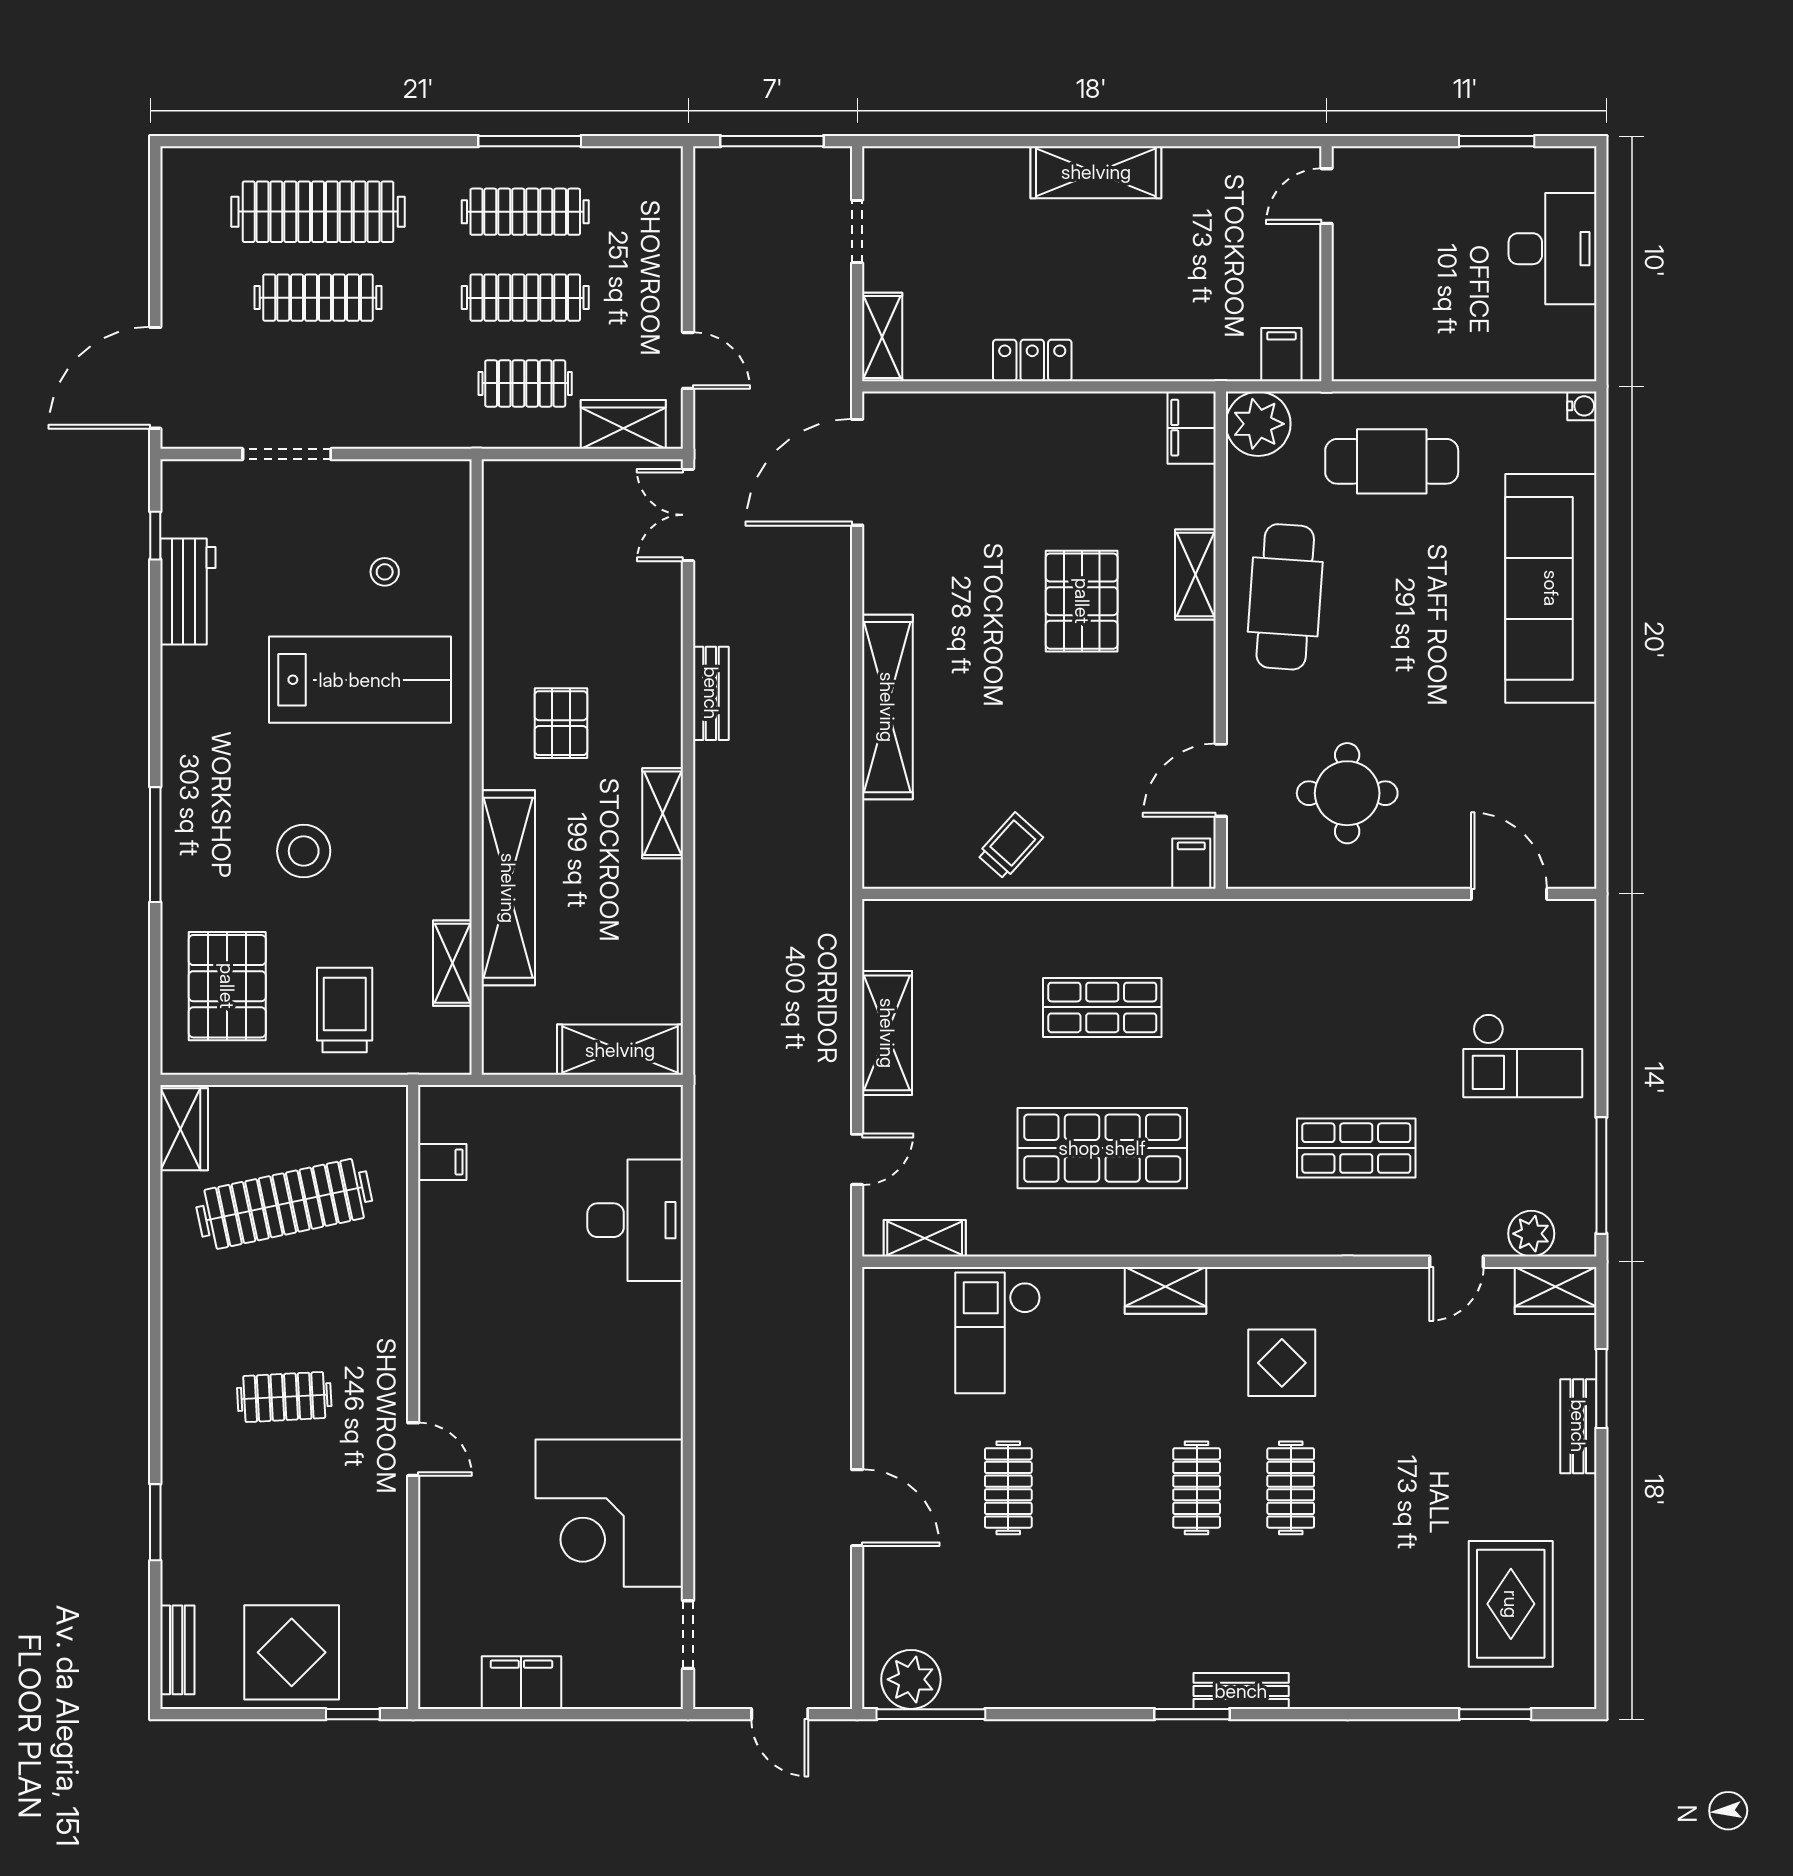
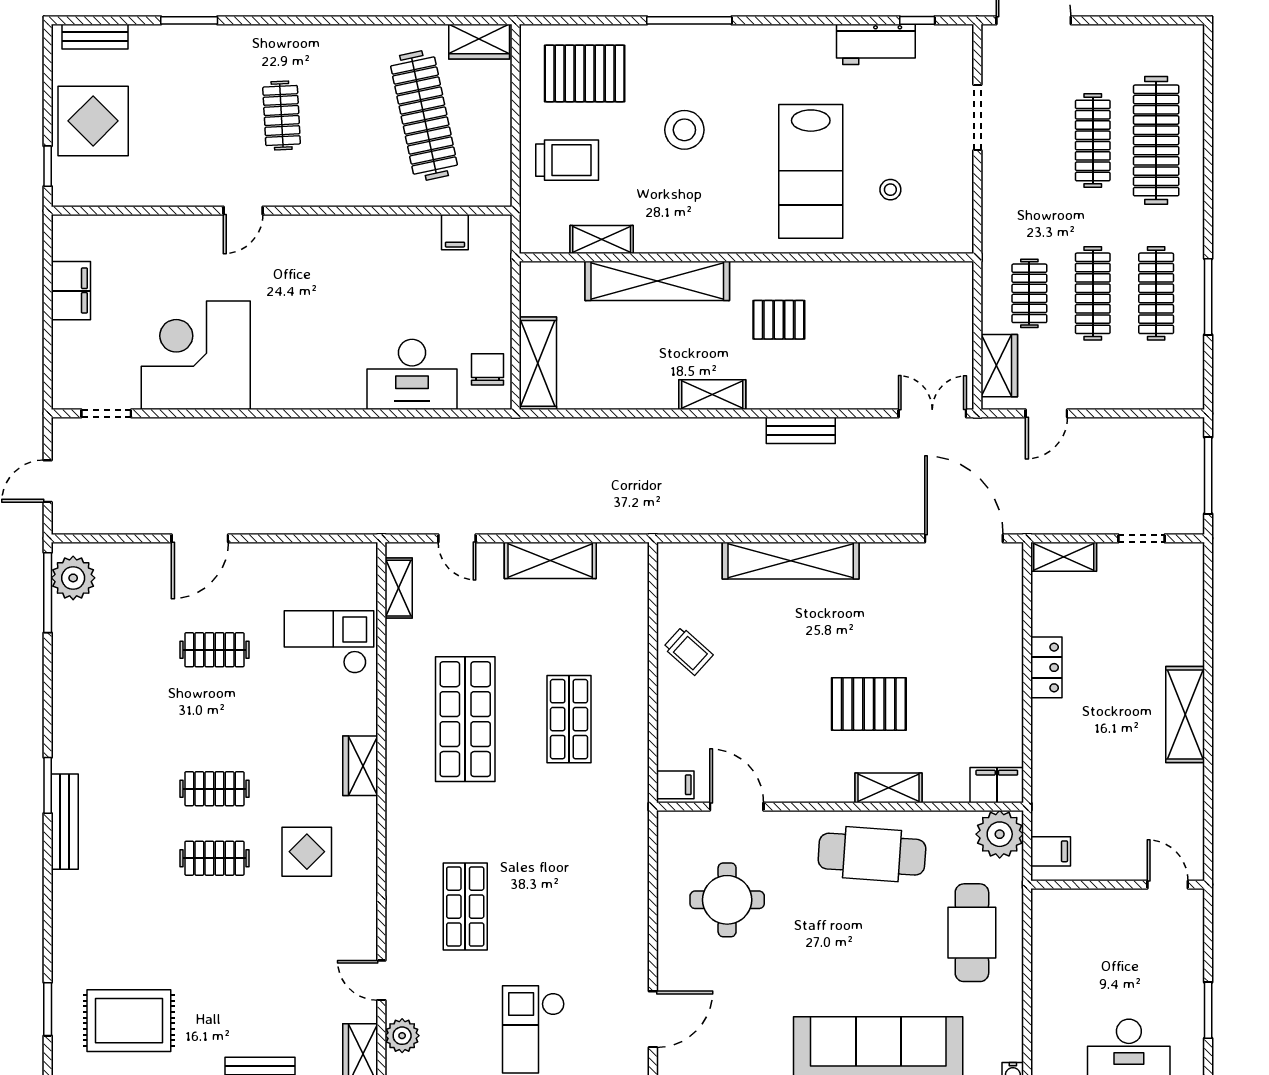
chair: (628, 1118) -> (487, 369), added
bench: (1241, 1691) -> (65, 822), width x1.36

